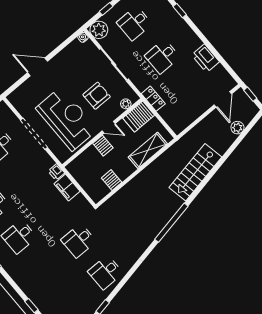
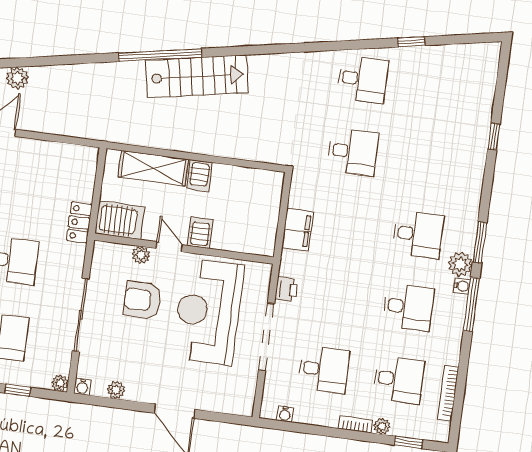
plant: (99, 30) -> (60, 383), width x0.53, depth x0.53
plant: (69, 50) -> (116, 390), added
plant: (126, 104) -> (141, 255), moved
printer: (56, 172) -> (286, 289), moved
stairs: (195, 172) -> (197, 76), moved
server rack: (112, 180) -> (199, 176), moved
window: (171, 223) -> (160, 55), moved

